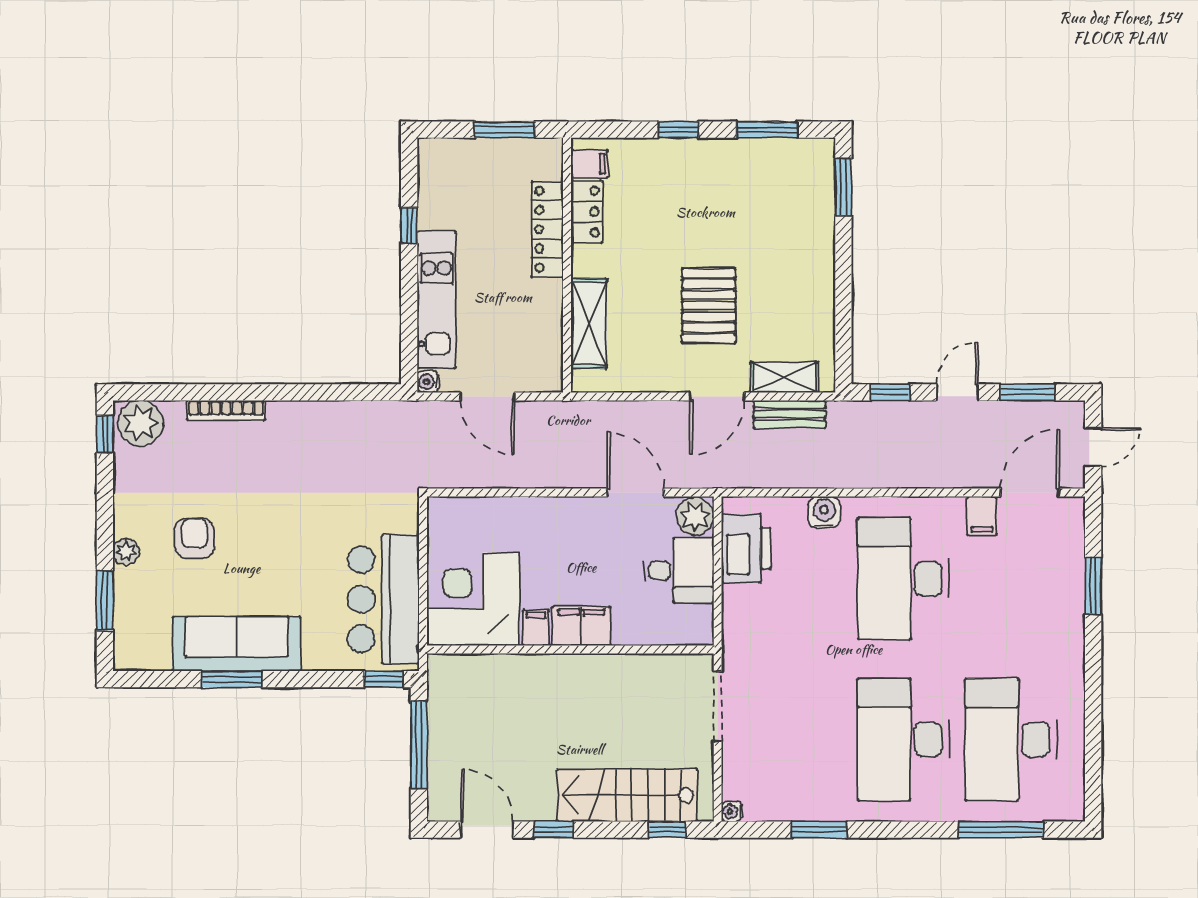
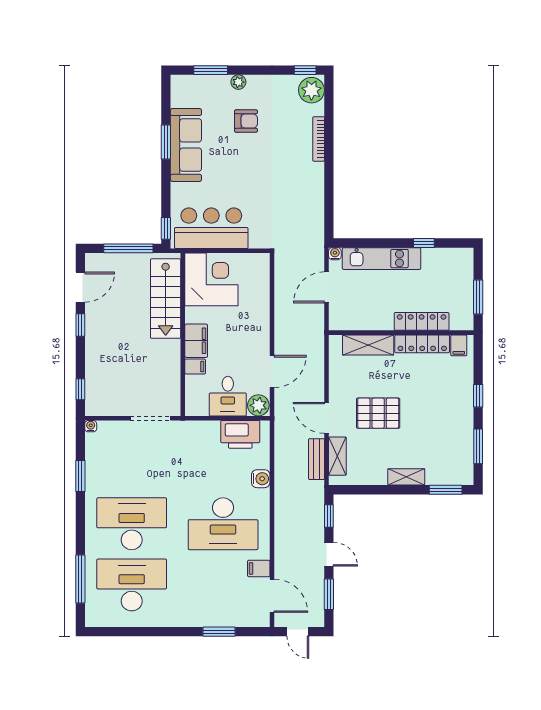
locker: (587, 212) -> (422, 344), width x1.53
shelving: (821, 256) -> (406, 477), added
desk: (903, 579) -> (223, 524), turned 180
filing cabinet: (536, 628) -> (195, 367), moved
stairs: (627, 795) -> (166, 299), moved, turned 180

